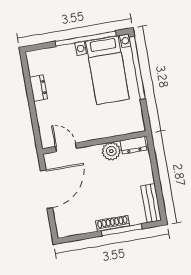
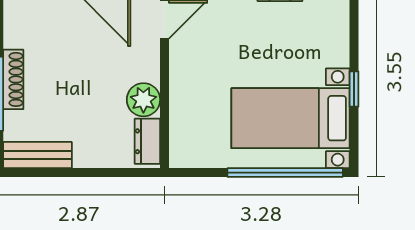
window: (86, 39) -> (354, 89), width x0.32

